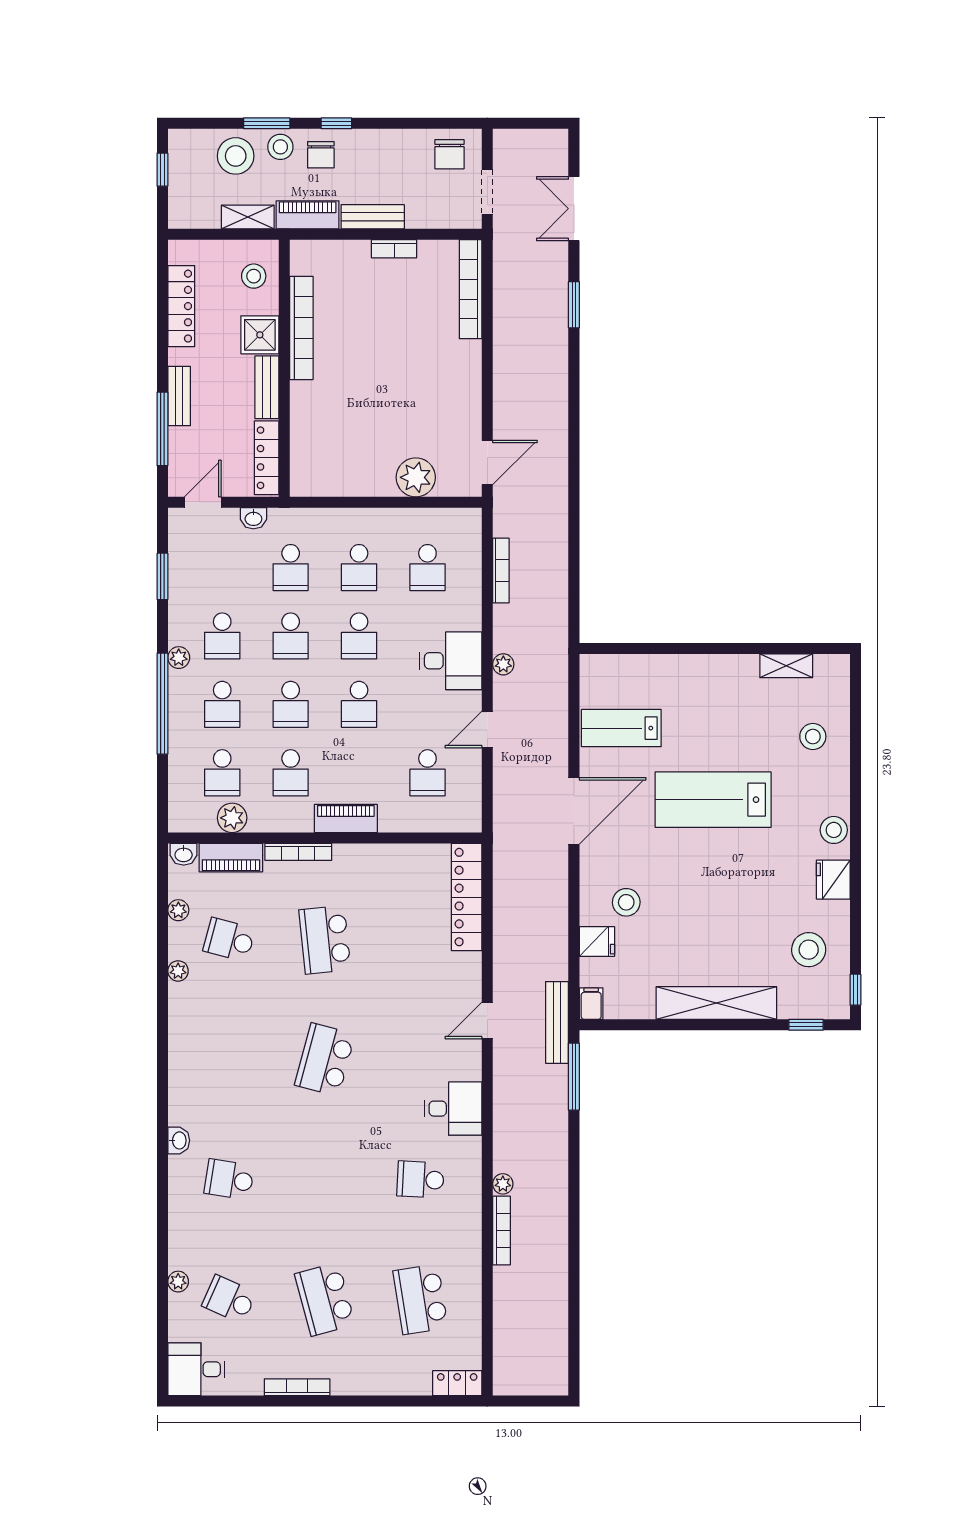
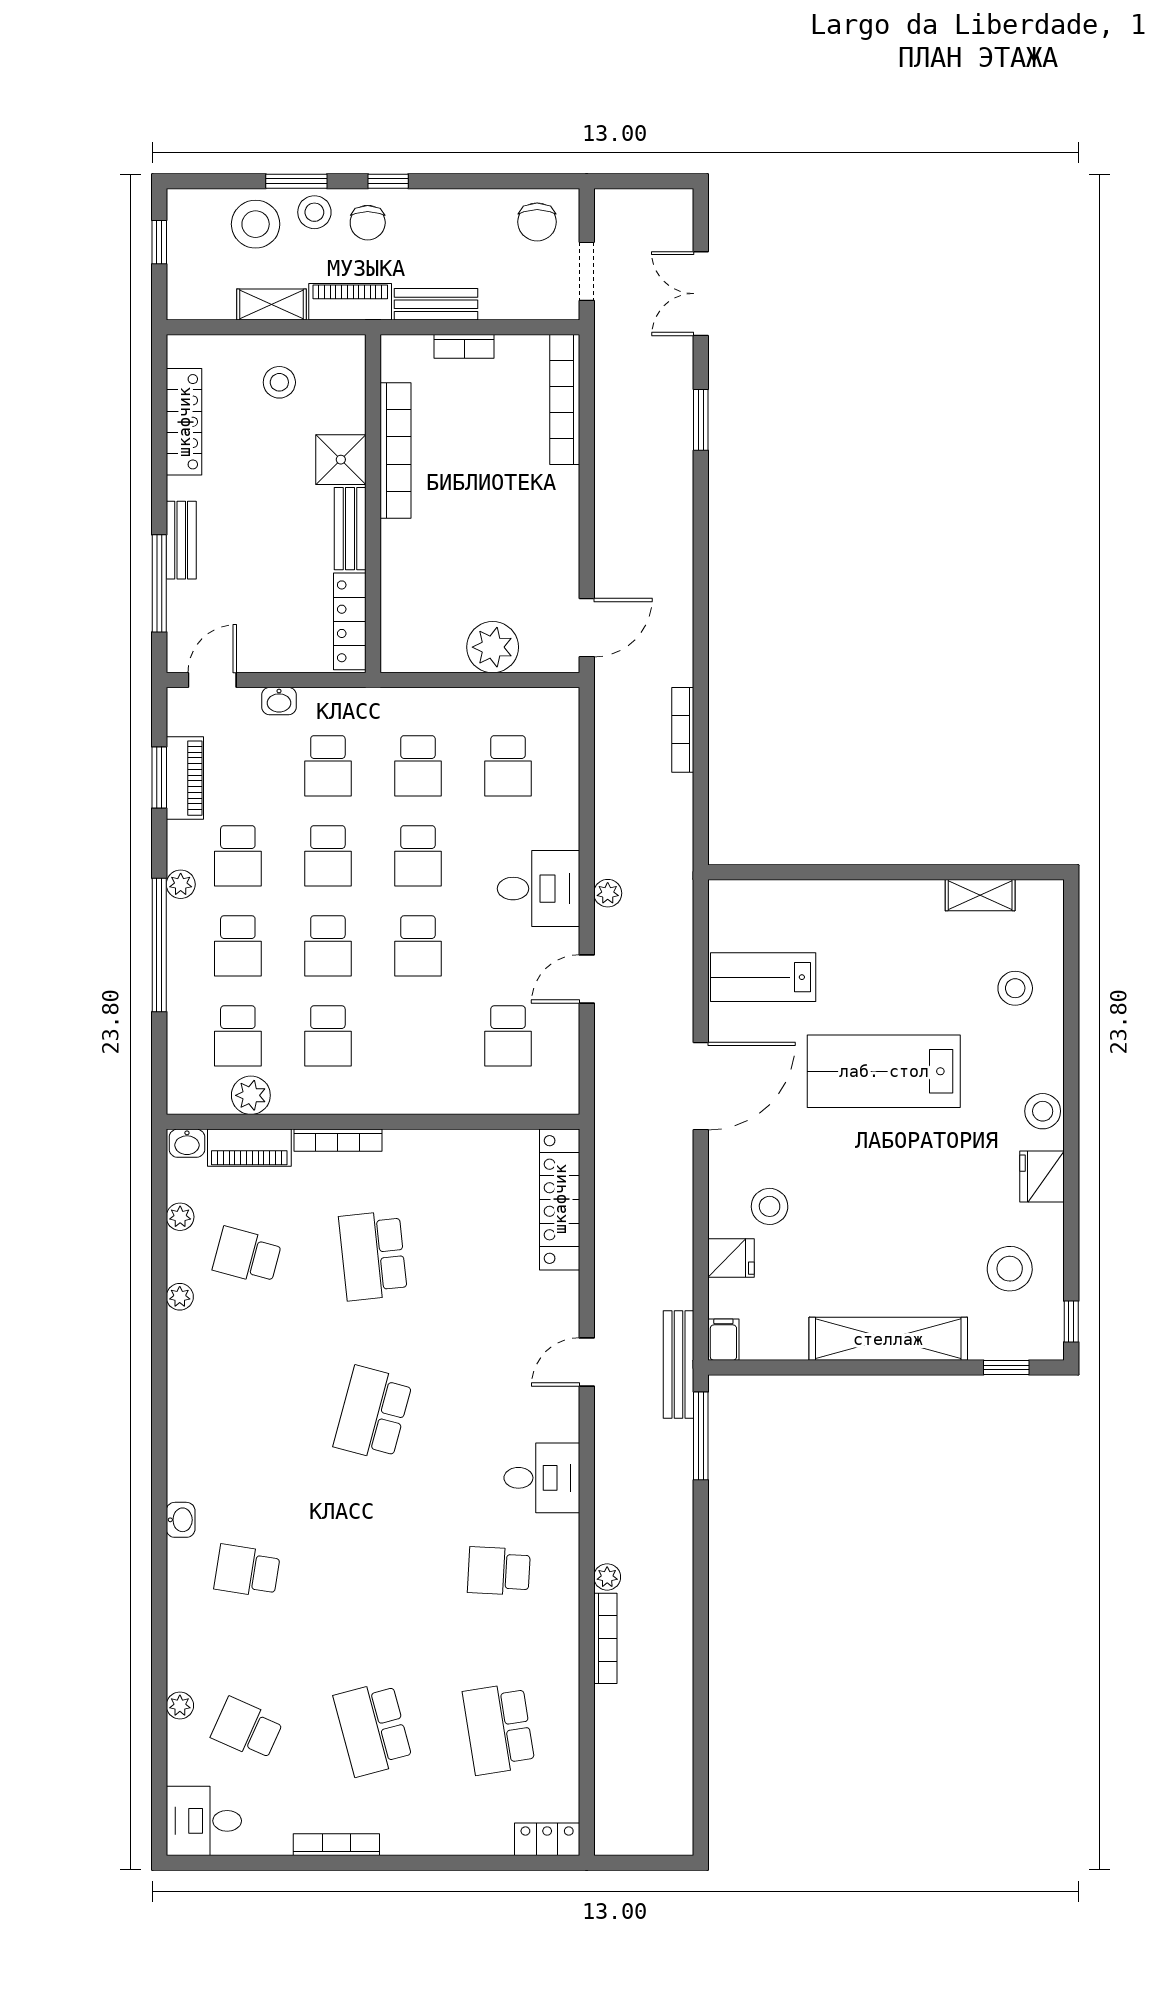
bookcase: (301, 328) -> (395, 451), moved
shower: (260, 335) -> (341, 460), moved
wall: (284, 368) -> (373, 504), moved
bench: (267, 387) -> (350, 529), moved
locker: (267, 458) -> (350, 621), moved
bookcase: (501, 571) -> (683, 730), moved, turned 180
piano: (346, 819) -> (185, 778), moved, turned 90

